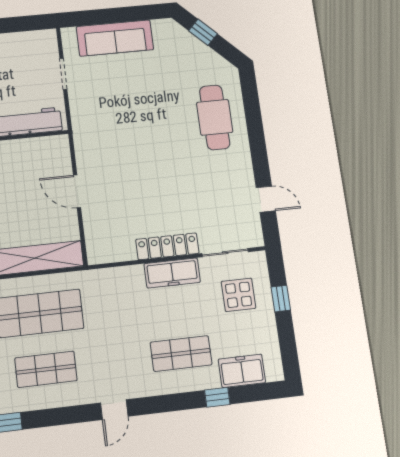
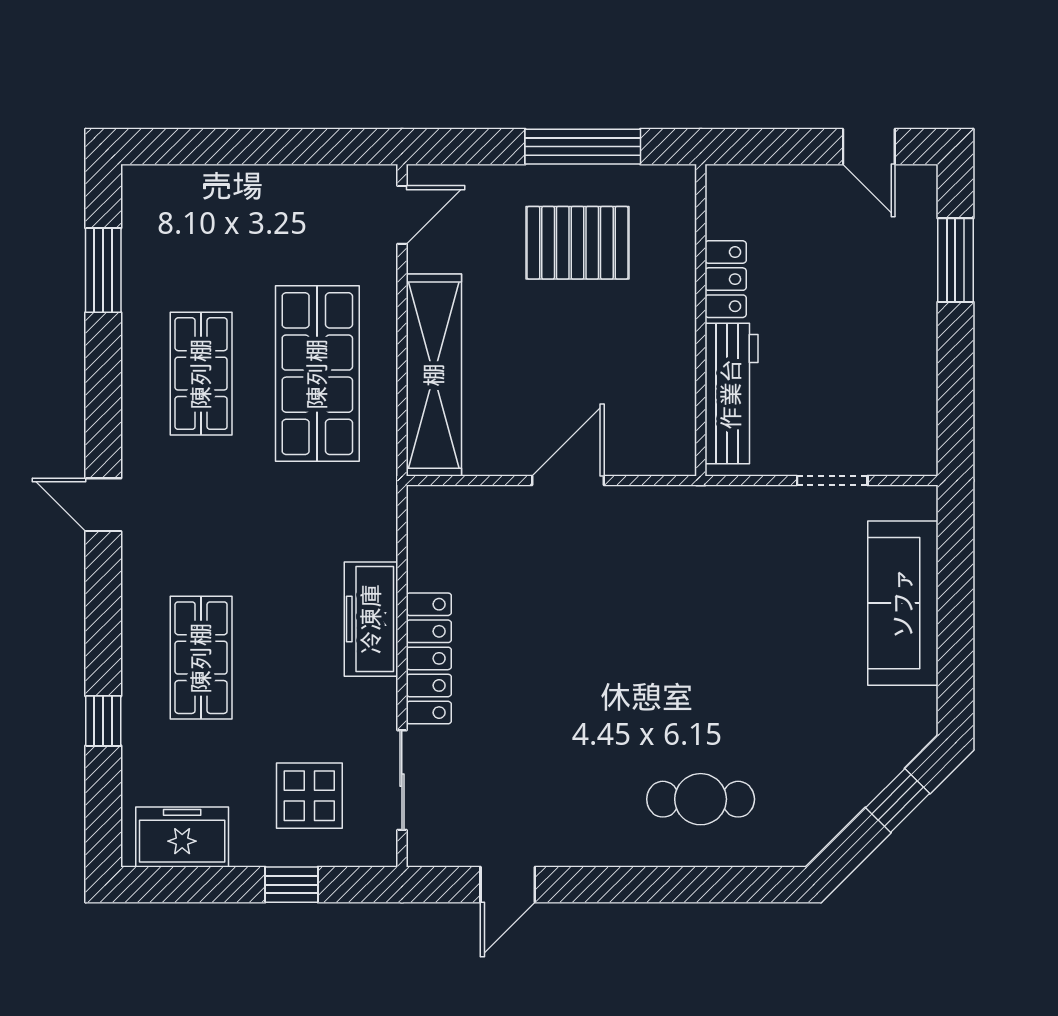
cafe table: (215, 117) -> (701, 799), width x0.73, depth x0.74
freezer: (172, 273) -> (371, 619), moved
freezer: (242, 371) -> (182, 837), moved, turned -90

